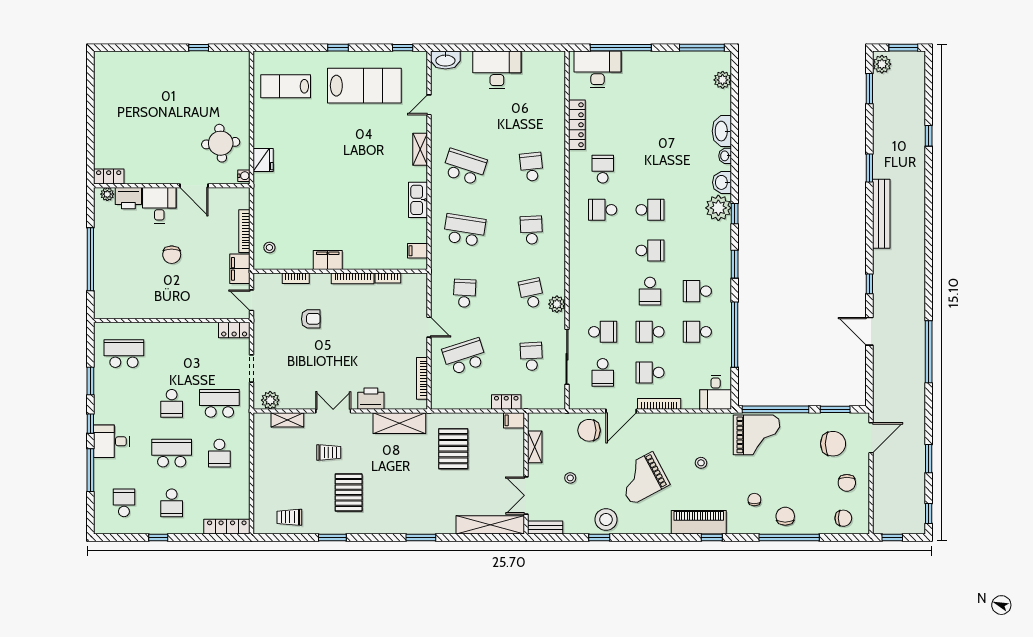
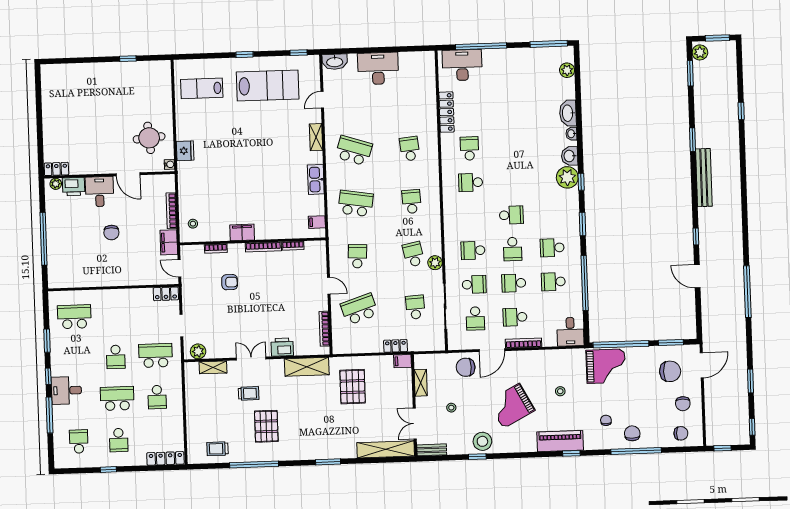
school desk: (650, 210) -> (473, 250), moved, turned 180
window: (332, 538) -> (254, 464), width x2.11

